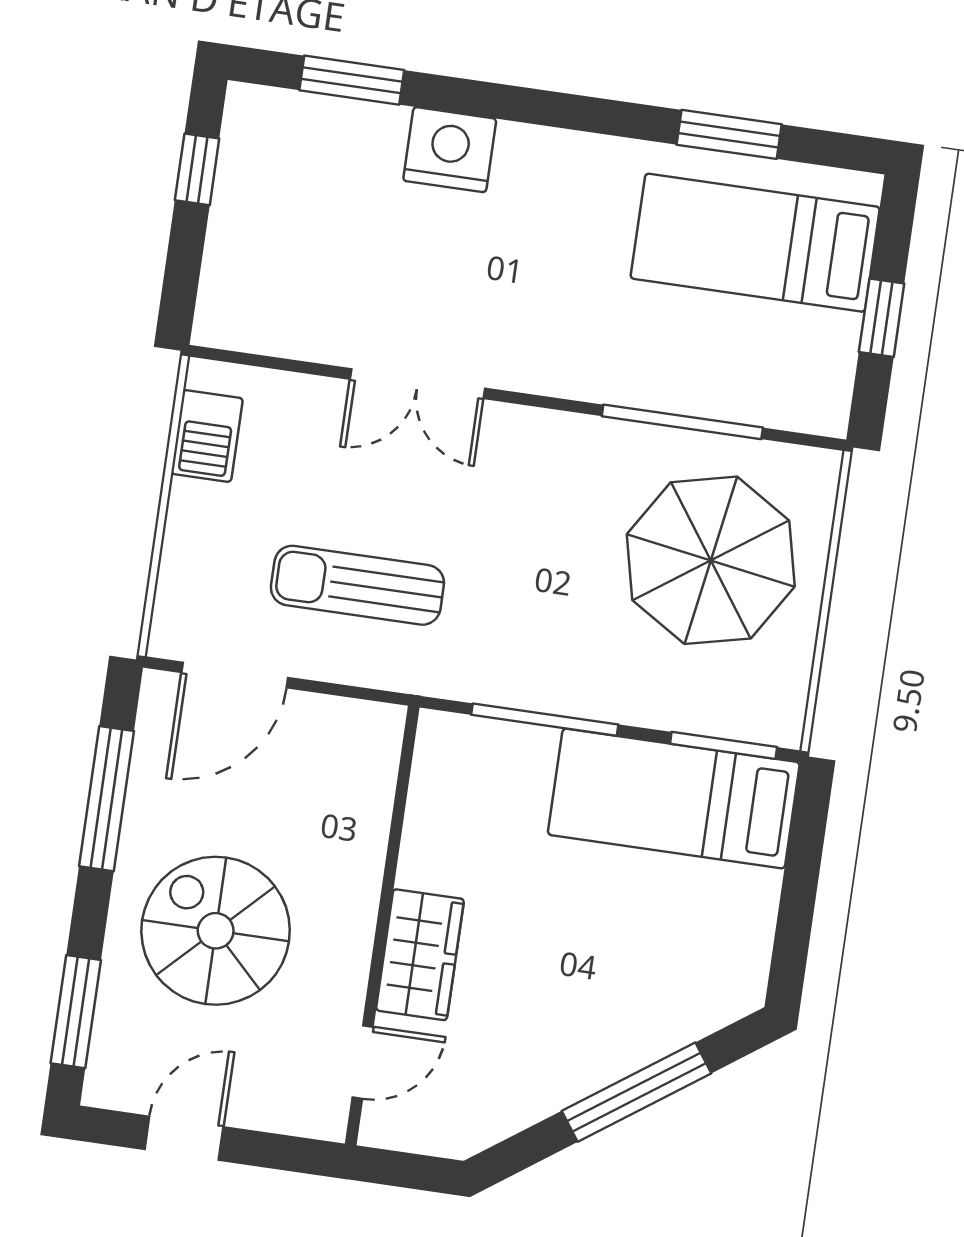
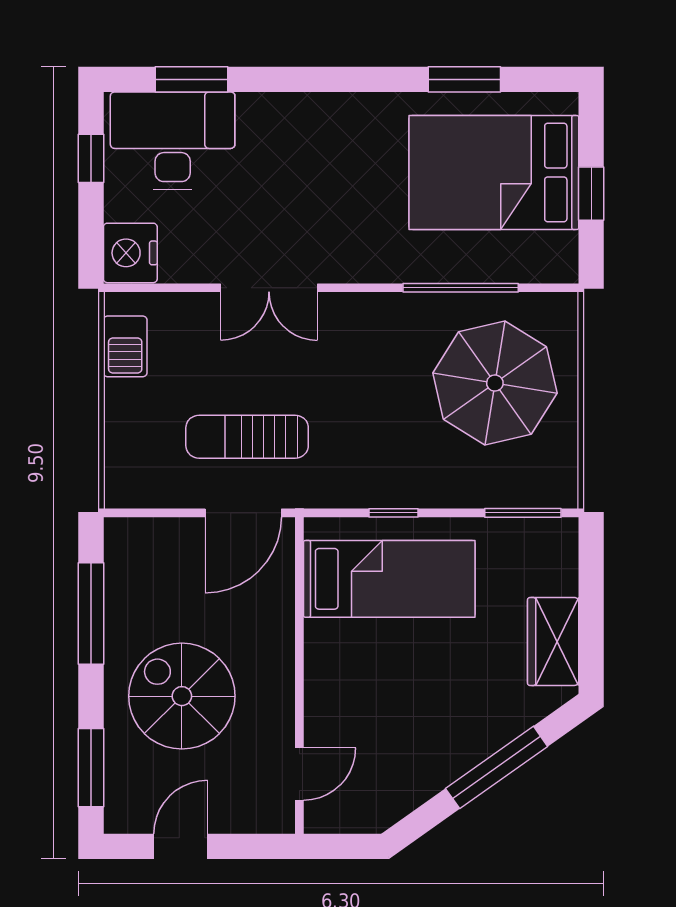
nightstand: (450, 150) -> (130, 253), moved, turned -90
desk: (313, 161) -> (173, 141), added
bed: (755, 243) -> (494, 172), width x1.50
door: (235, 675) -> (243, 513), moved
window: (545, 720) -> (394, 513), width x0.46
bed: (674, 798) -> (389, 579), moved, turned 180
wardrobe: (420, 955) -> (553, 641), moved, turned 180

